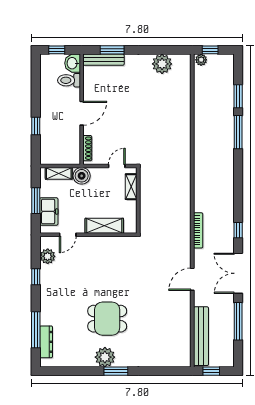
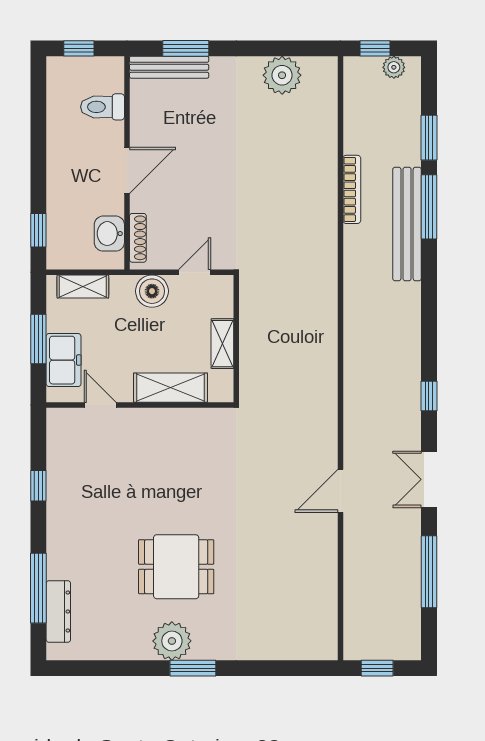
plant: (201, 60) -> (394, 67), moved
washbasin: (73, 63) -> (109, 234), moved
window: (36, 126) -> (38, 230), moved
boiler: (82, 176) -> (152, 291), moved
shelving: (131, 187) -> (222, 344), moved
bookcase: (198, 230) -> (352, 189), moved
door: (68, 235) -> (100, 405), swing flipped
plant: (48, 256) -> (61, 446), removed
double door: (238, 273) -> (429, 479), width x0.73
bench: (201, 336) -> (407, 224), moved

